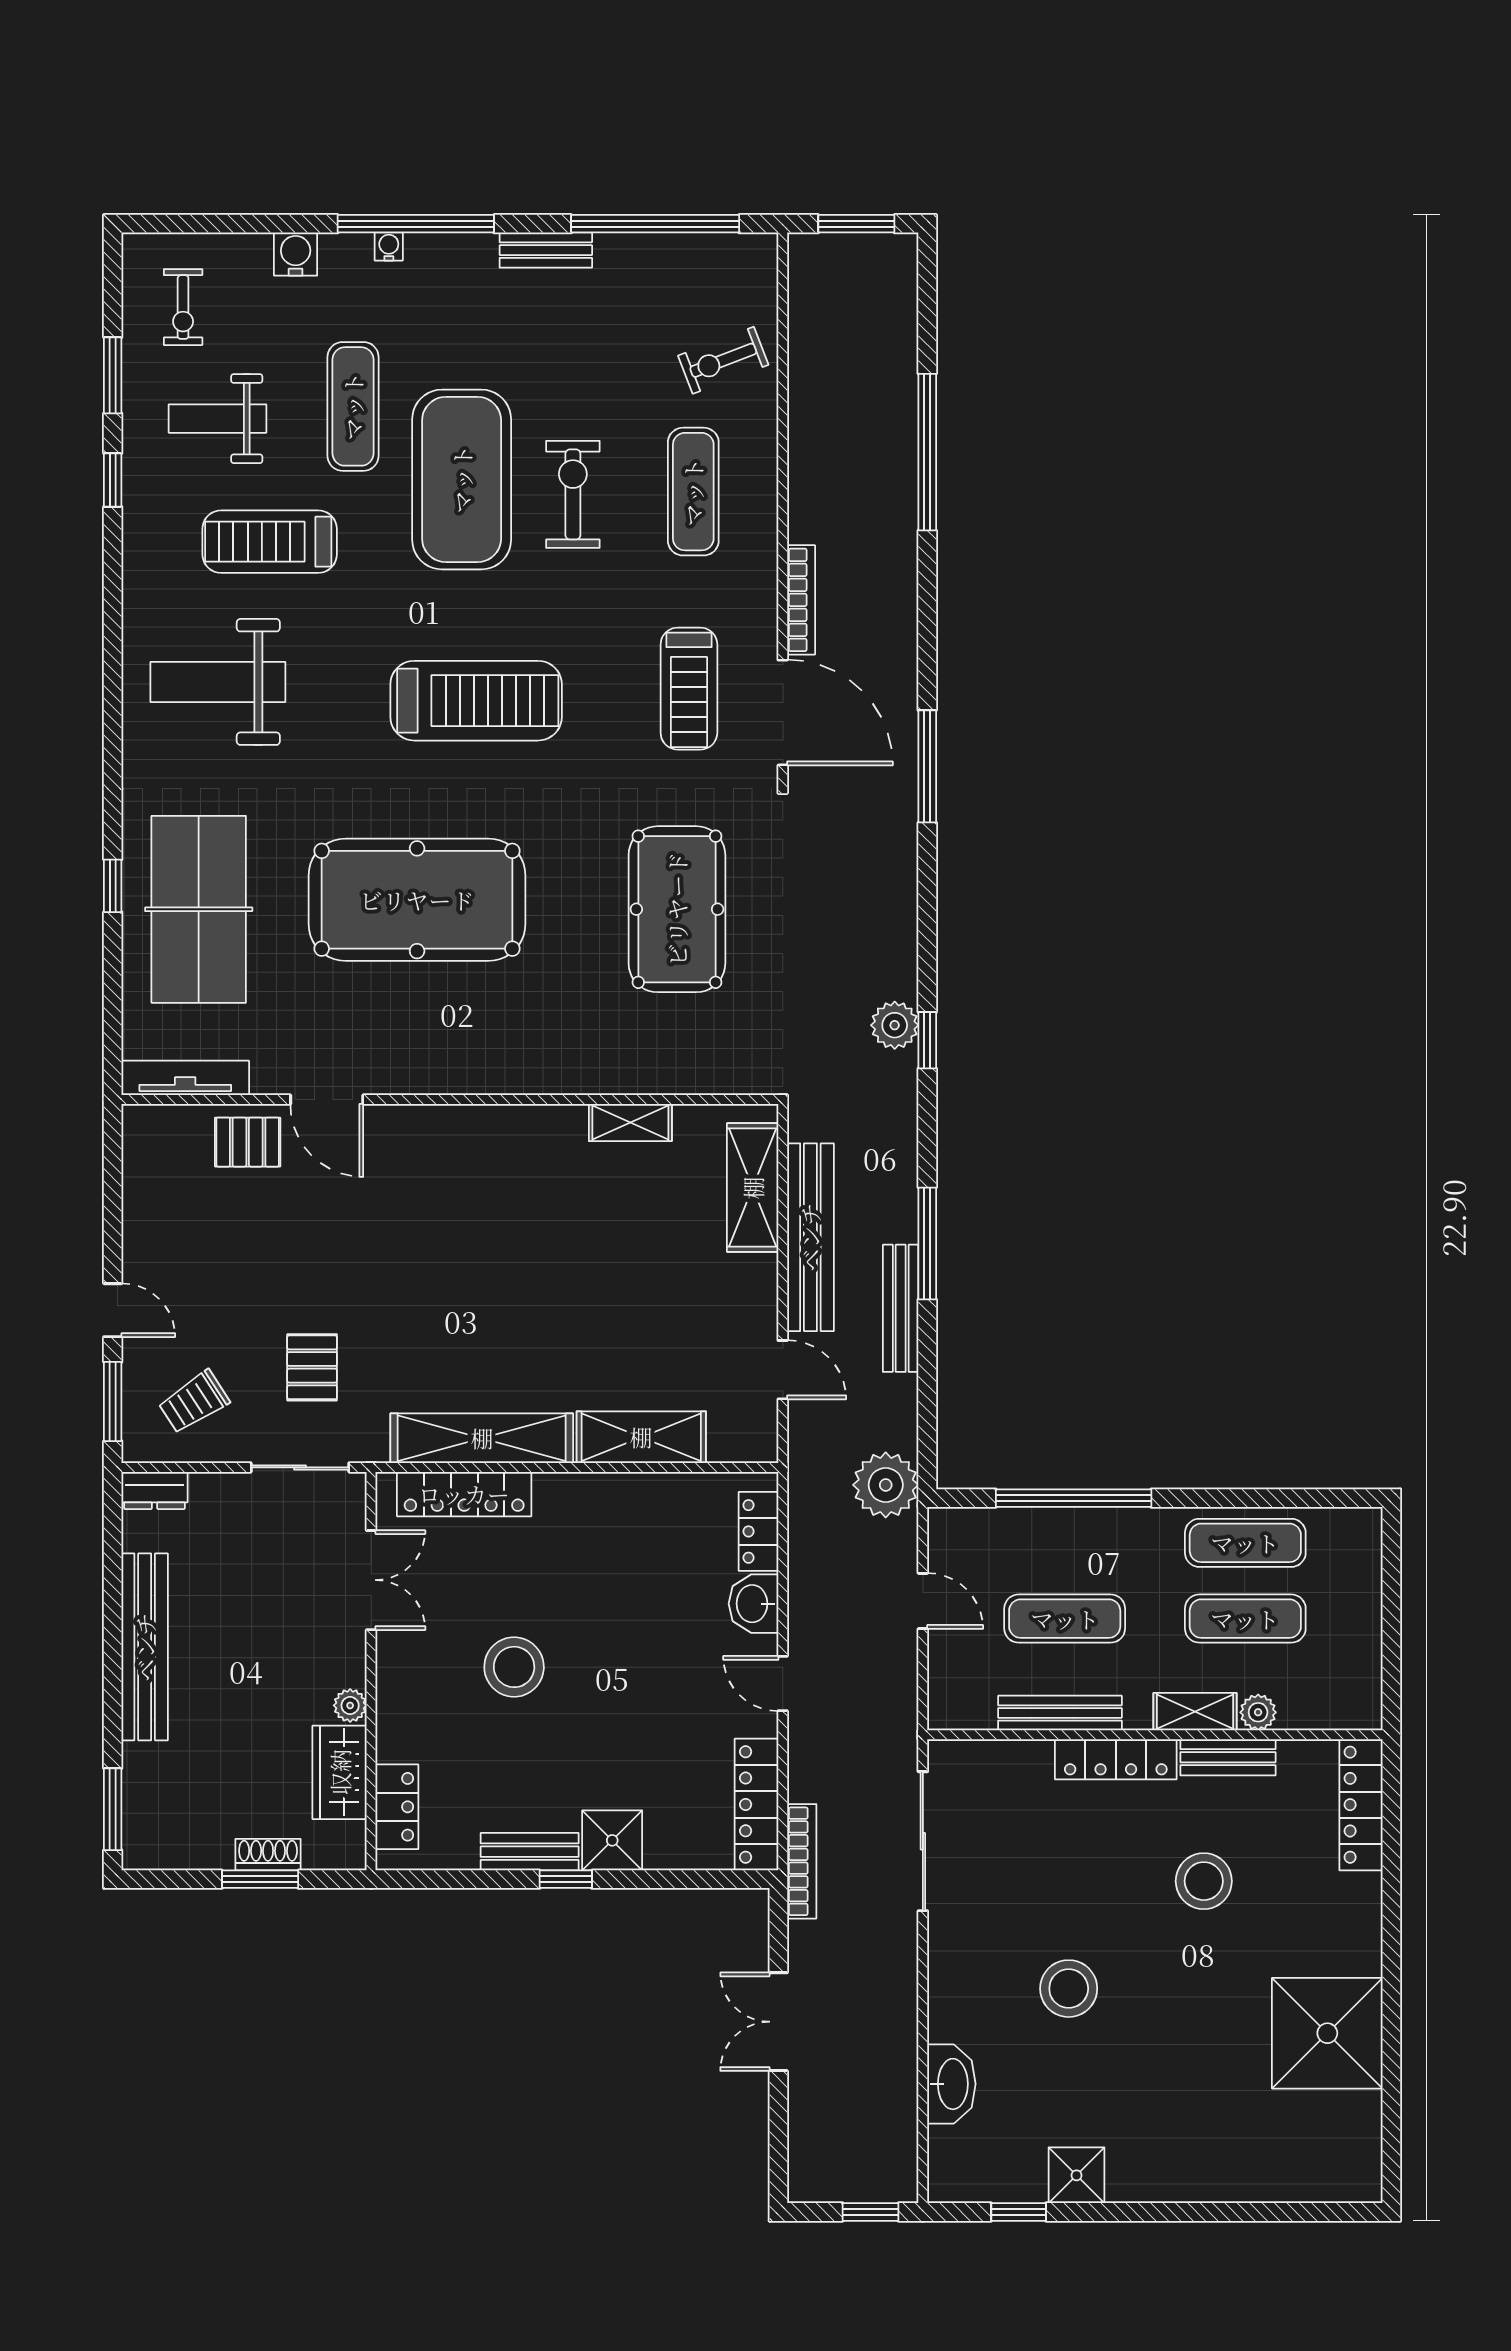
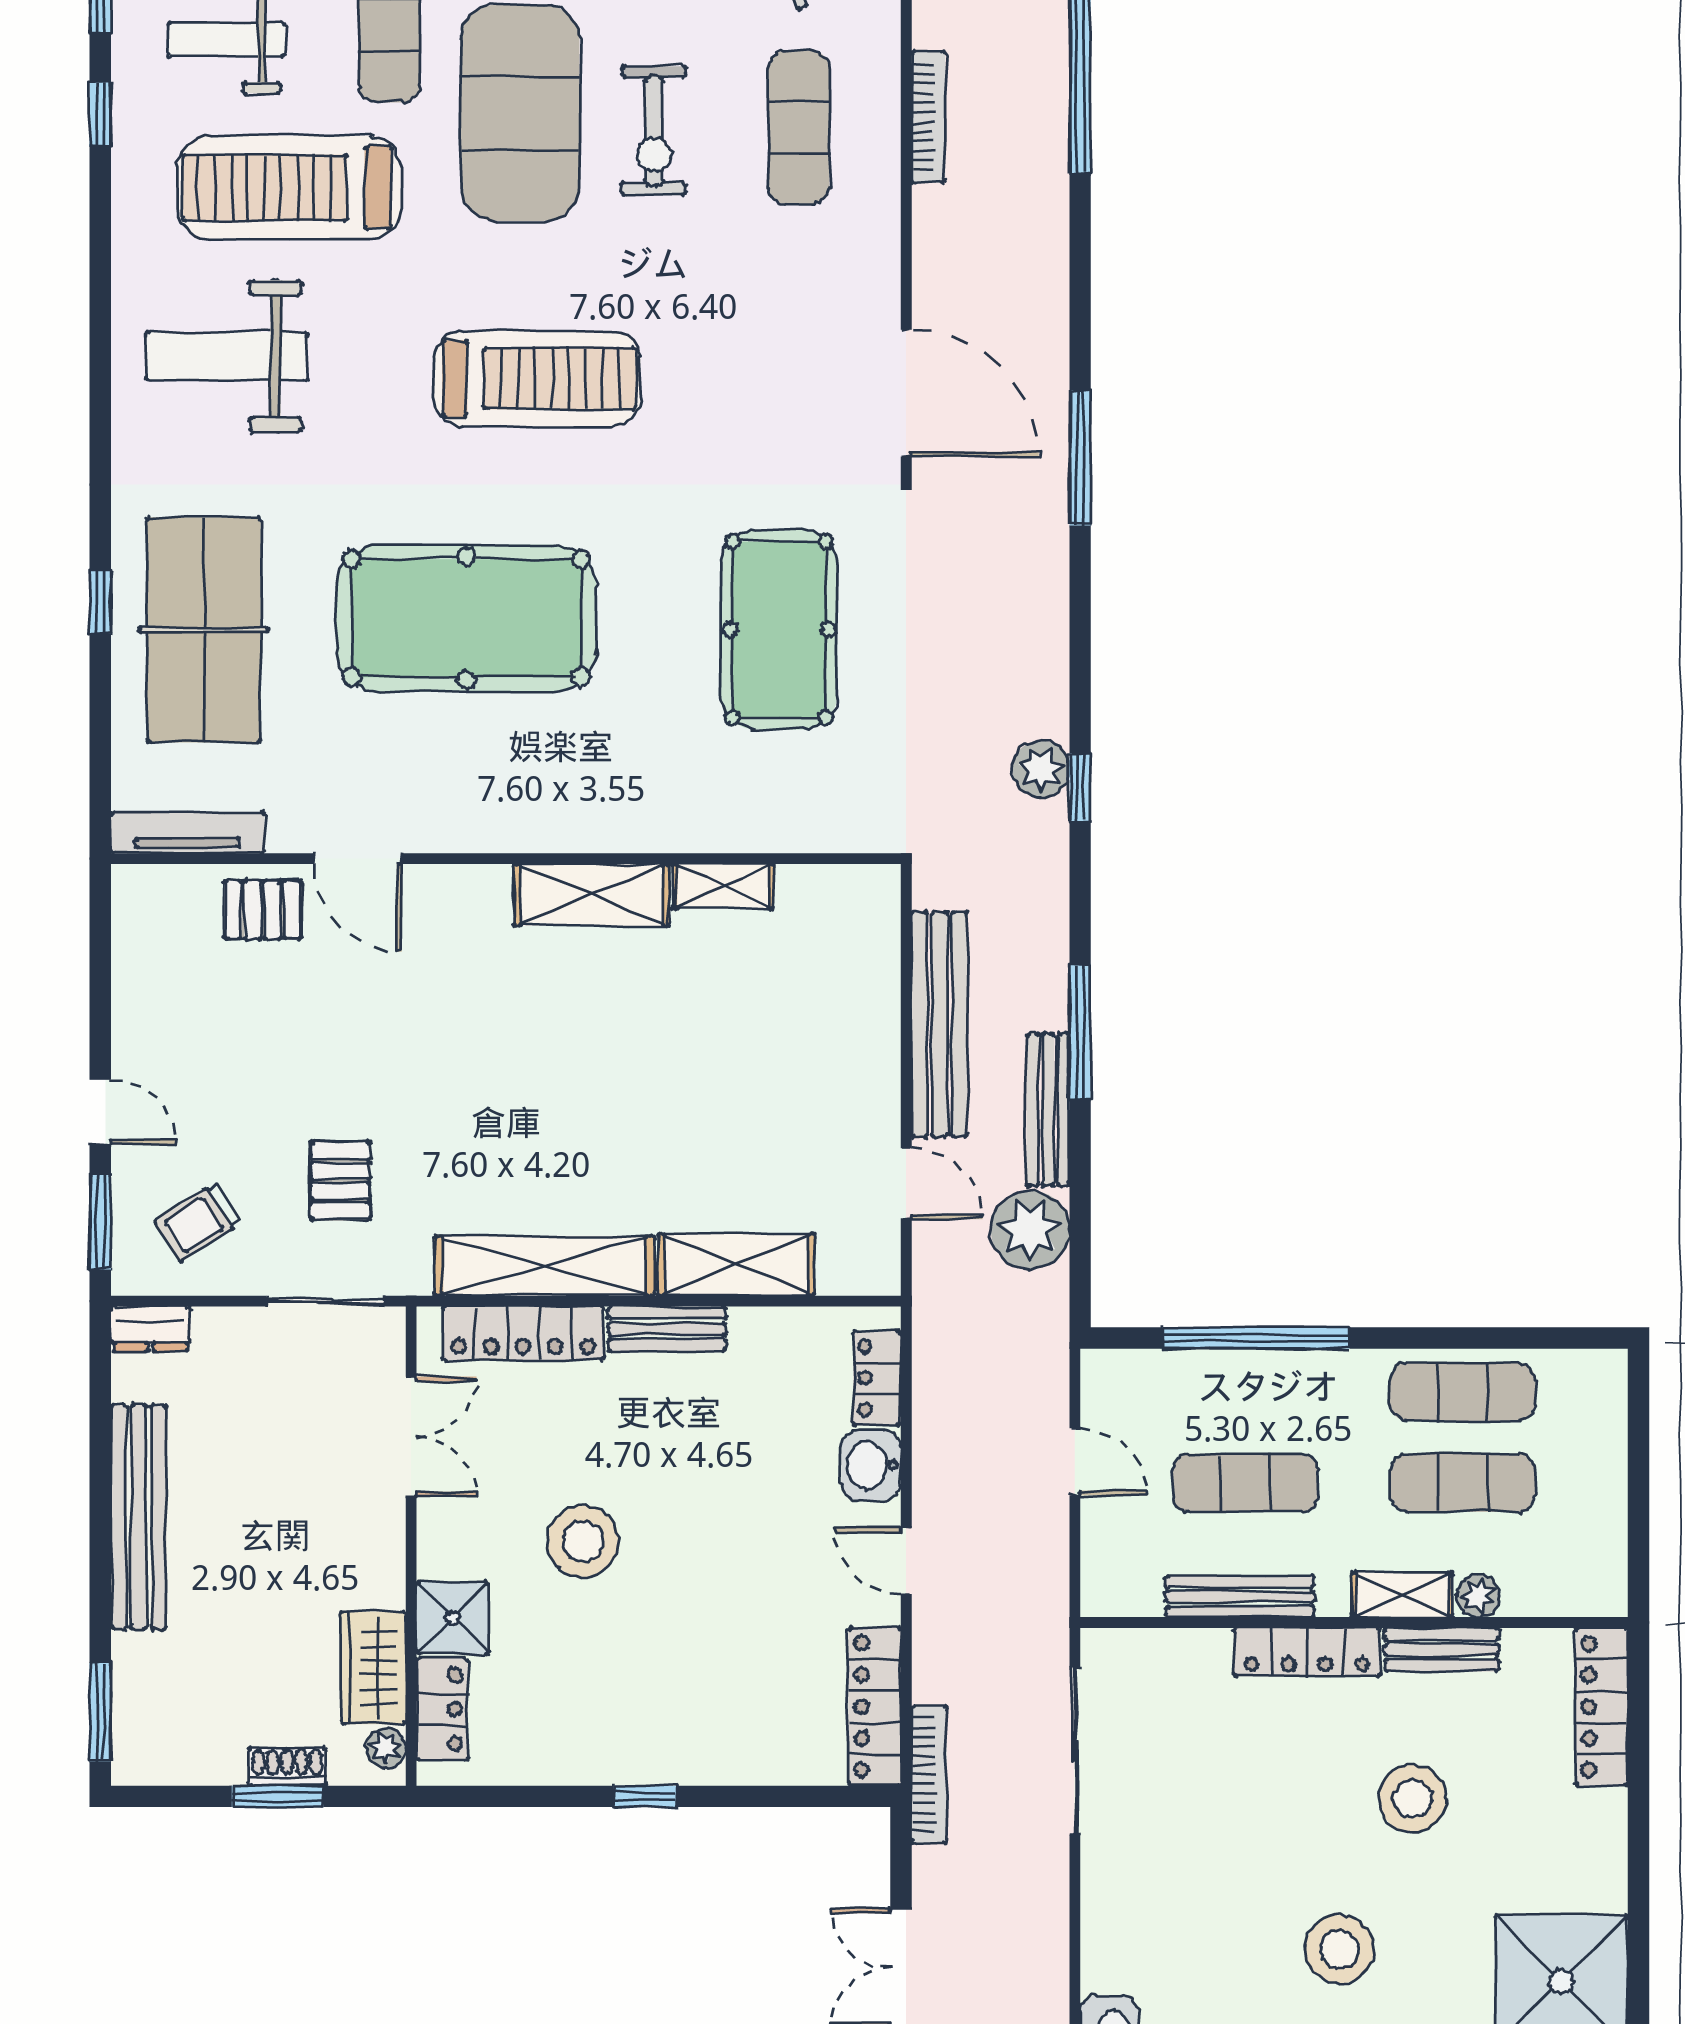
exercise bike: (573, 494) -> (654, 131), turned 180
treadmill: (270, 542) -> (289, 188), width x1.37, depth x1.38
bookcase: (801, 600) -> (928, 117), moved
treadmill: (689, 689) -> (793, 364), removed
shelving: (753, 1188) -> (592, 895), moved, turned 90
plant: (886, 1485) -> (1030, 1230), moved
plant: (350, 1705) -> (386, 1748), moved
shower: (612, 1840) -> (452, 1618), moved
bench: (530, 1852) -> (667, 1329), moved
stool: (1069, 1989) -> (1340, 1949), moved

